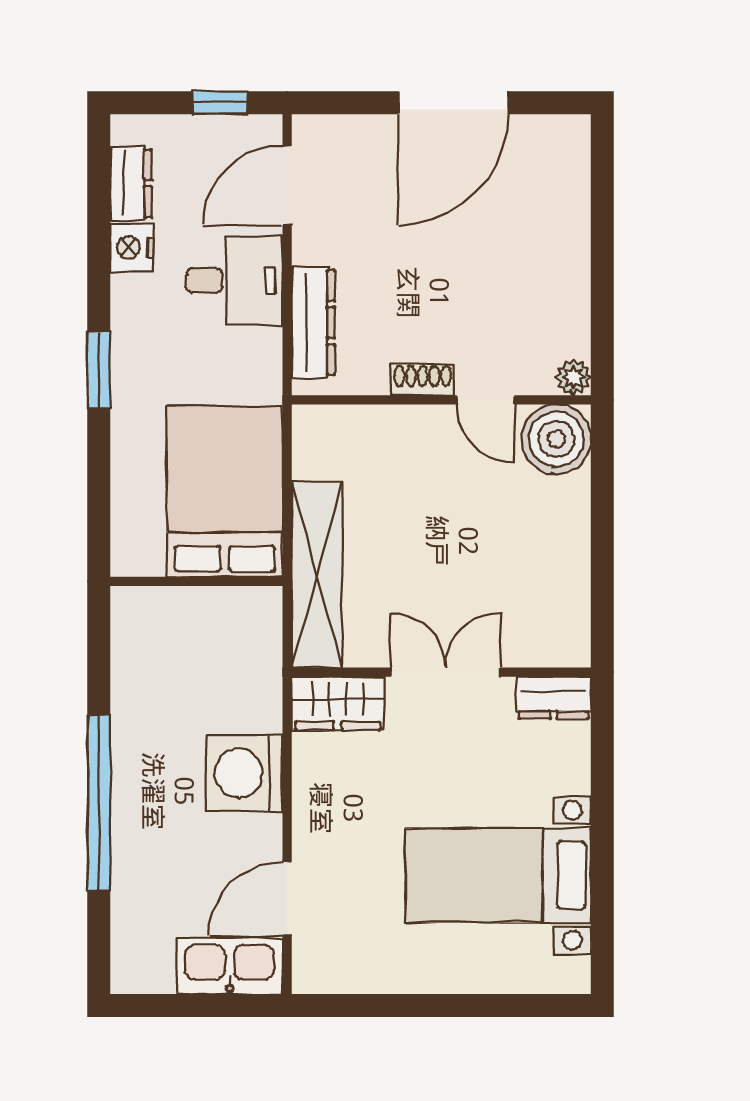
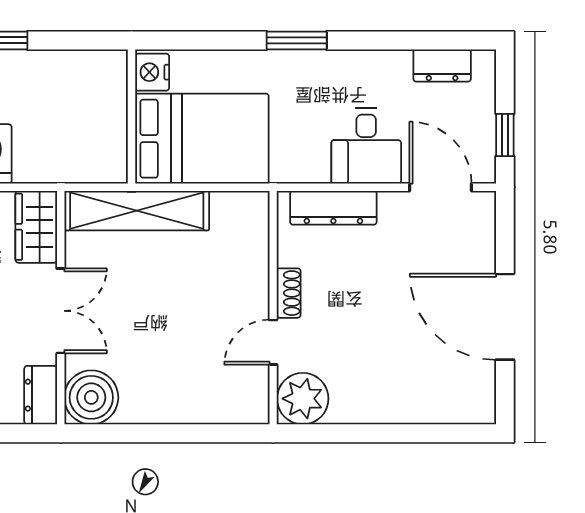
nightstand: (132, 248) -> (152, 72), moved, turned -90
plant: (573, 377) -> (303, 399), width x1.87, depth x1.87
boiler: (556, 439) -> (91, 397), moved

